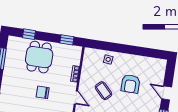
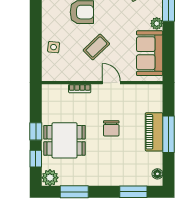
window: (67, 40) -> (36, 131), moved
plant: (14, 42) -> (50, 178), added
door: (76, 97) -> (111, 83), hinge flipped

